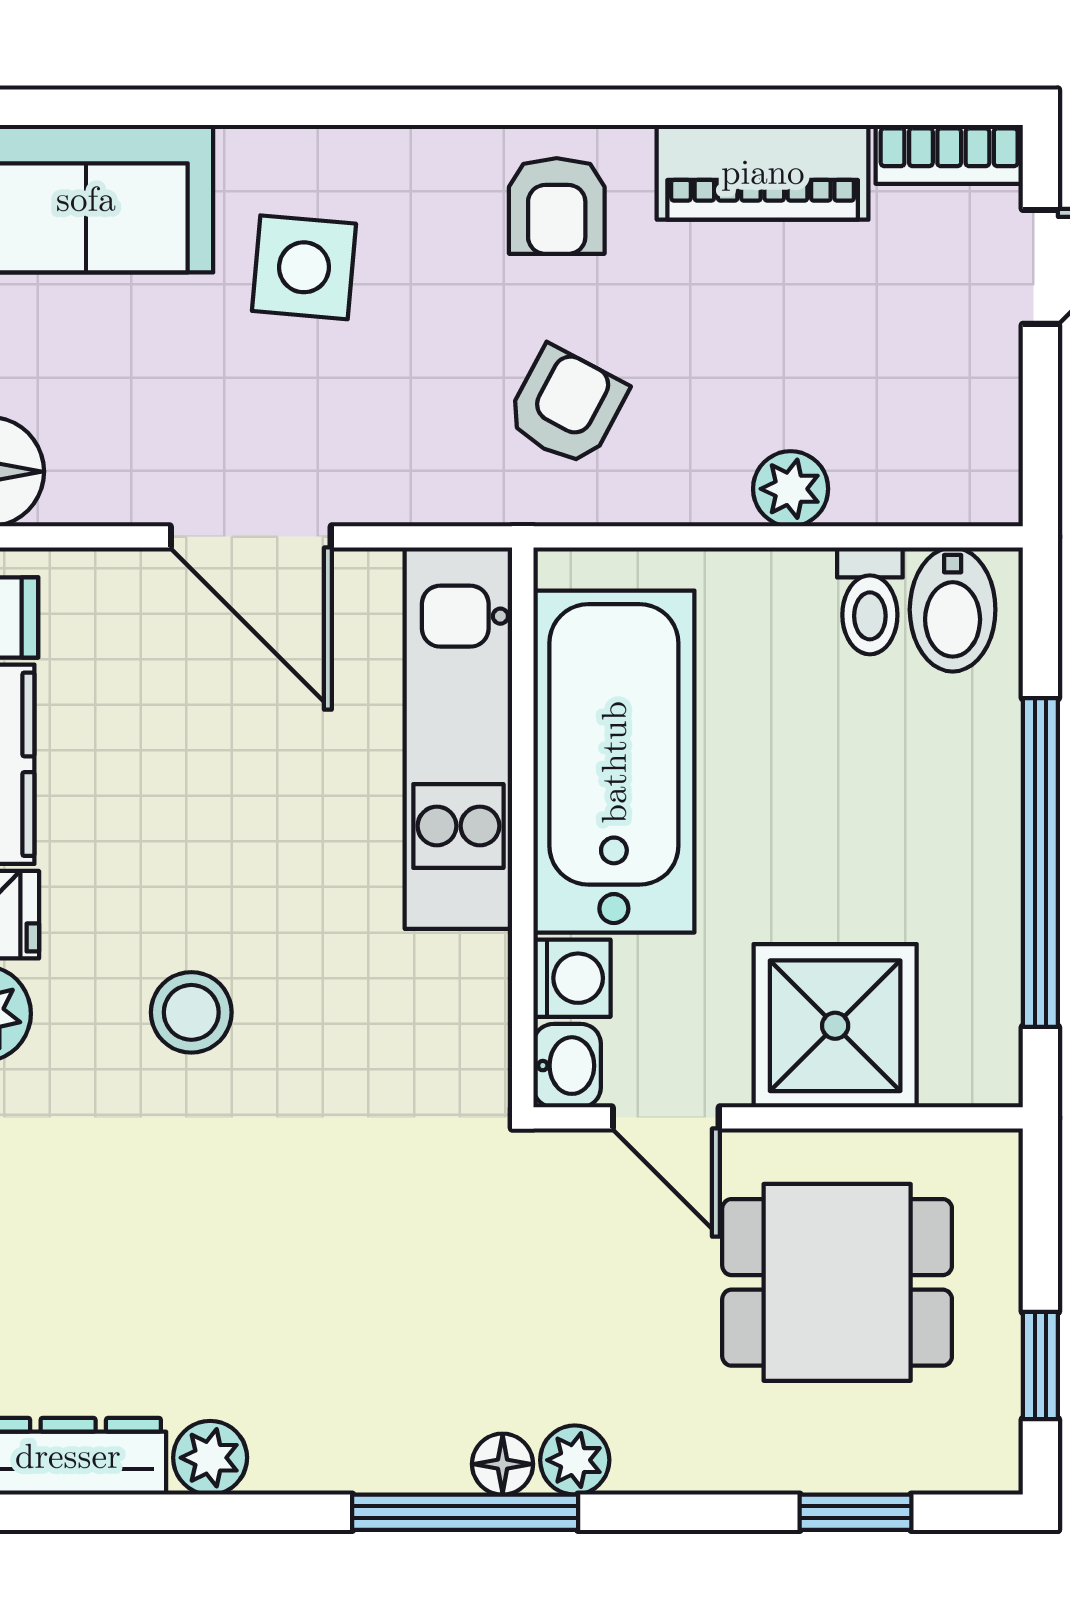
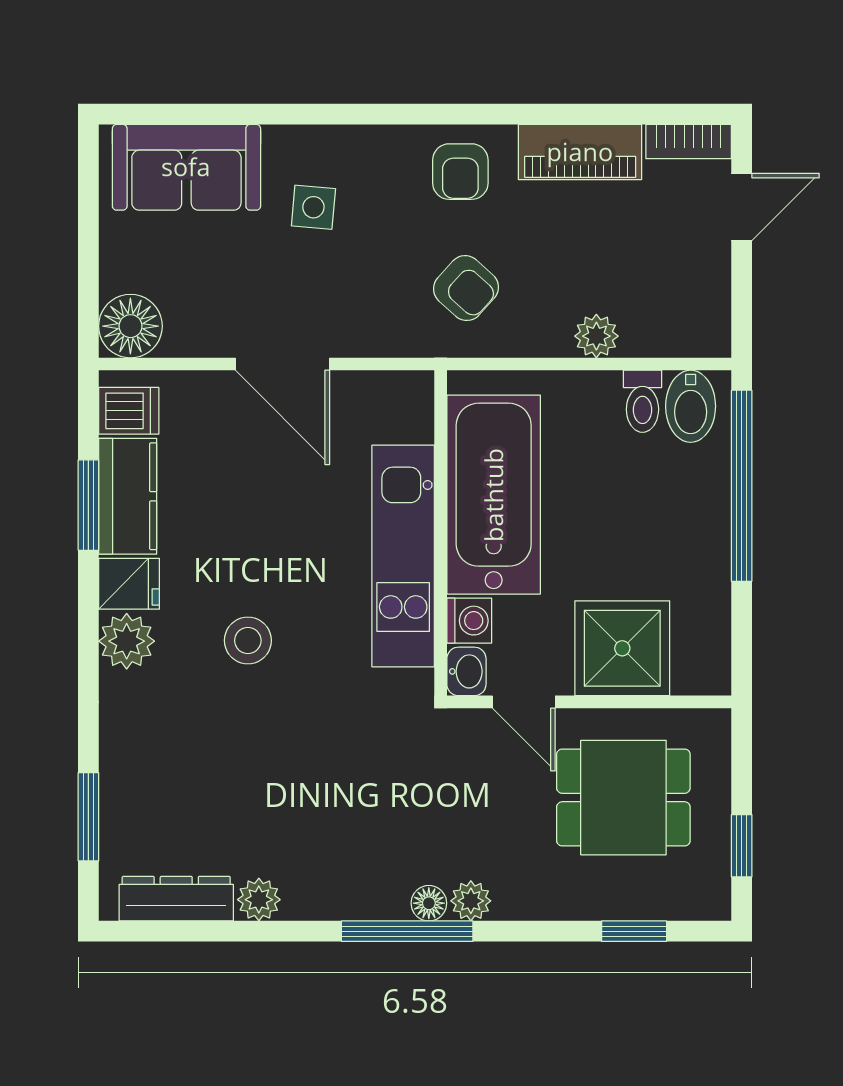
side table: (304, 267) -> (313, 207), width x0.73, depth x0.73
armchair: (566, 406) -> (466, 288), turned 104
kitchen unit: (458, 738) -> (403, 556), moved
window: (1040, 862) -> (742, 486), moved

